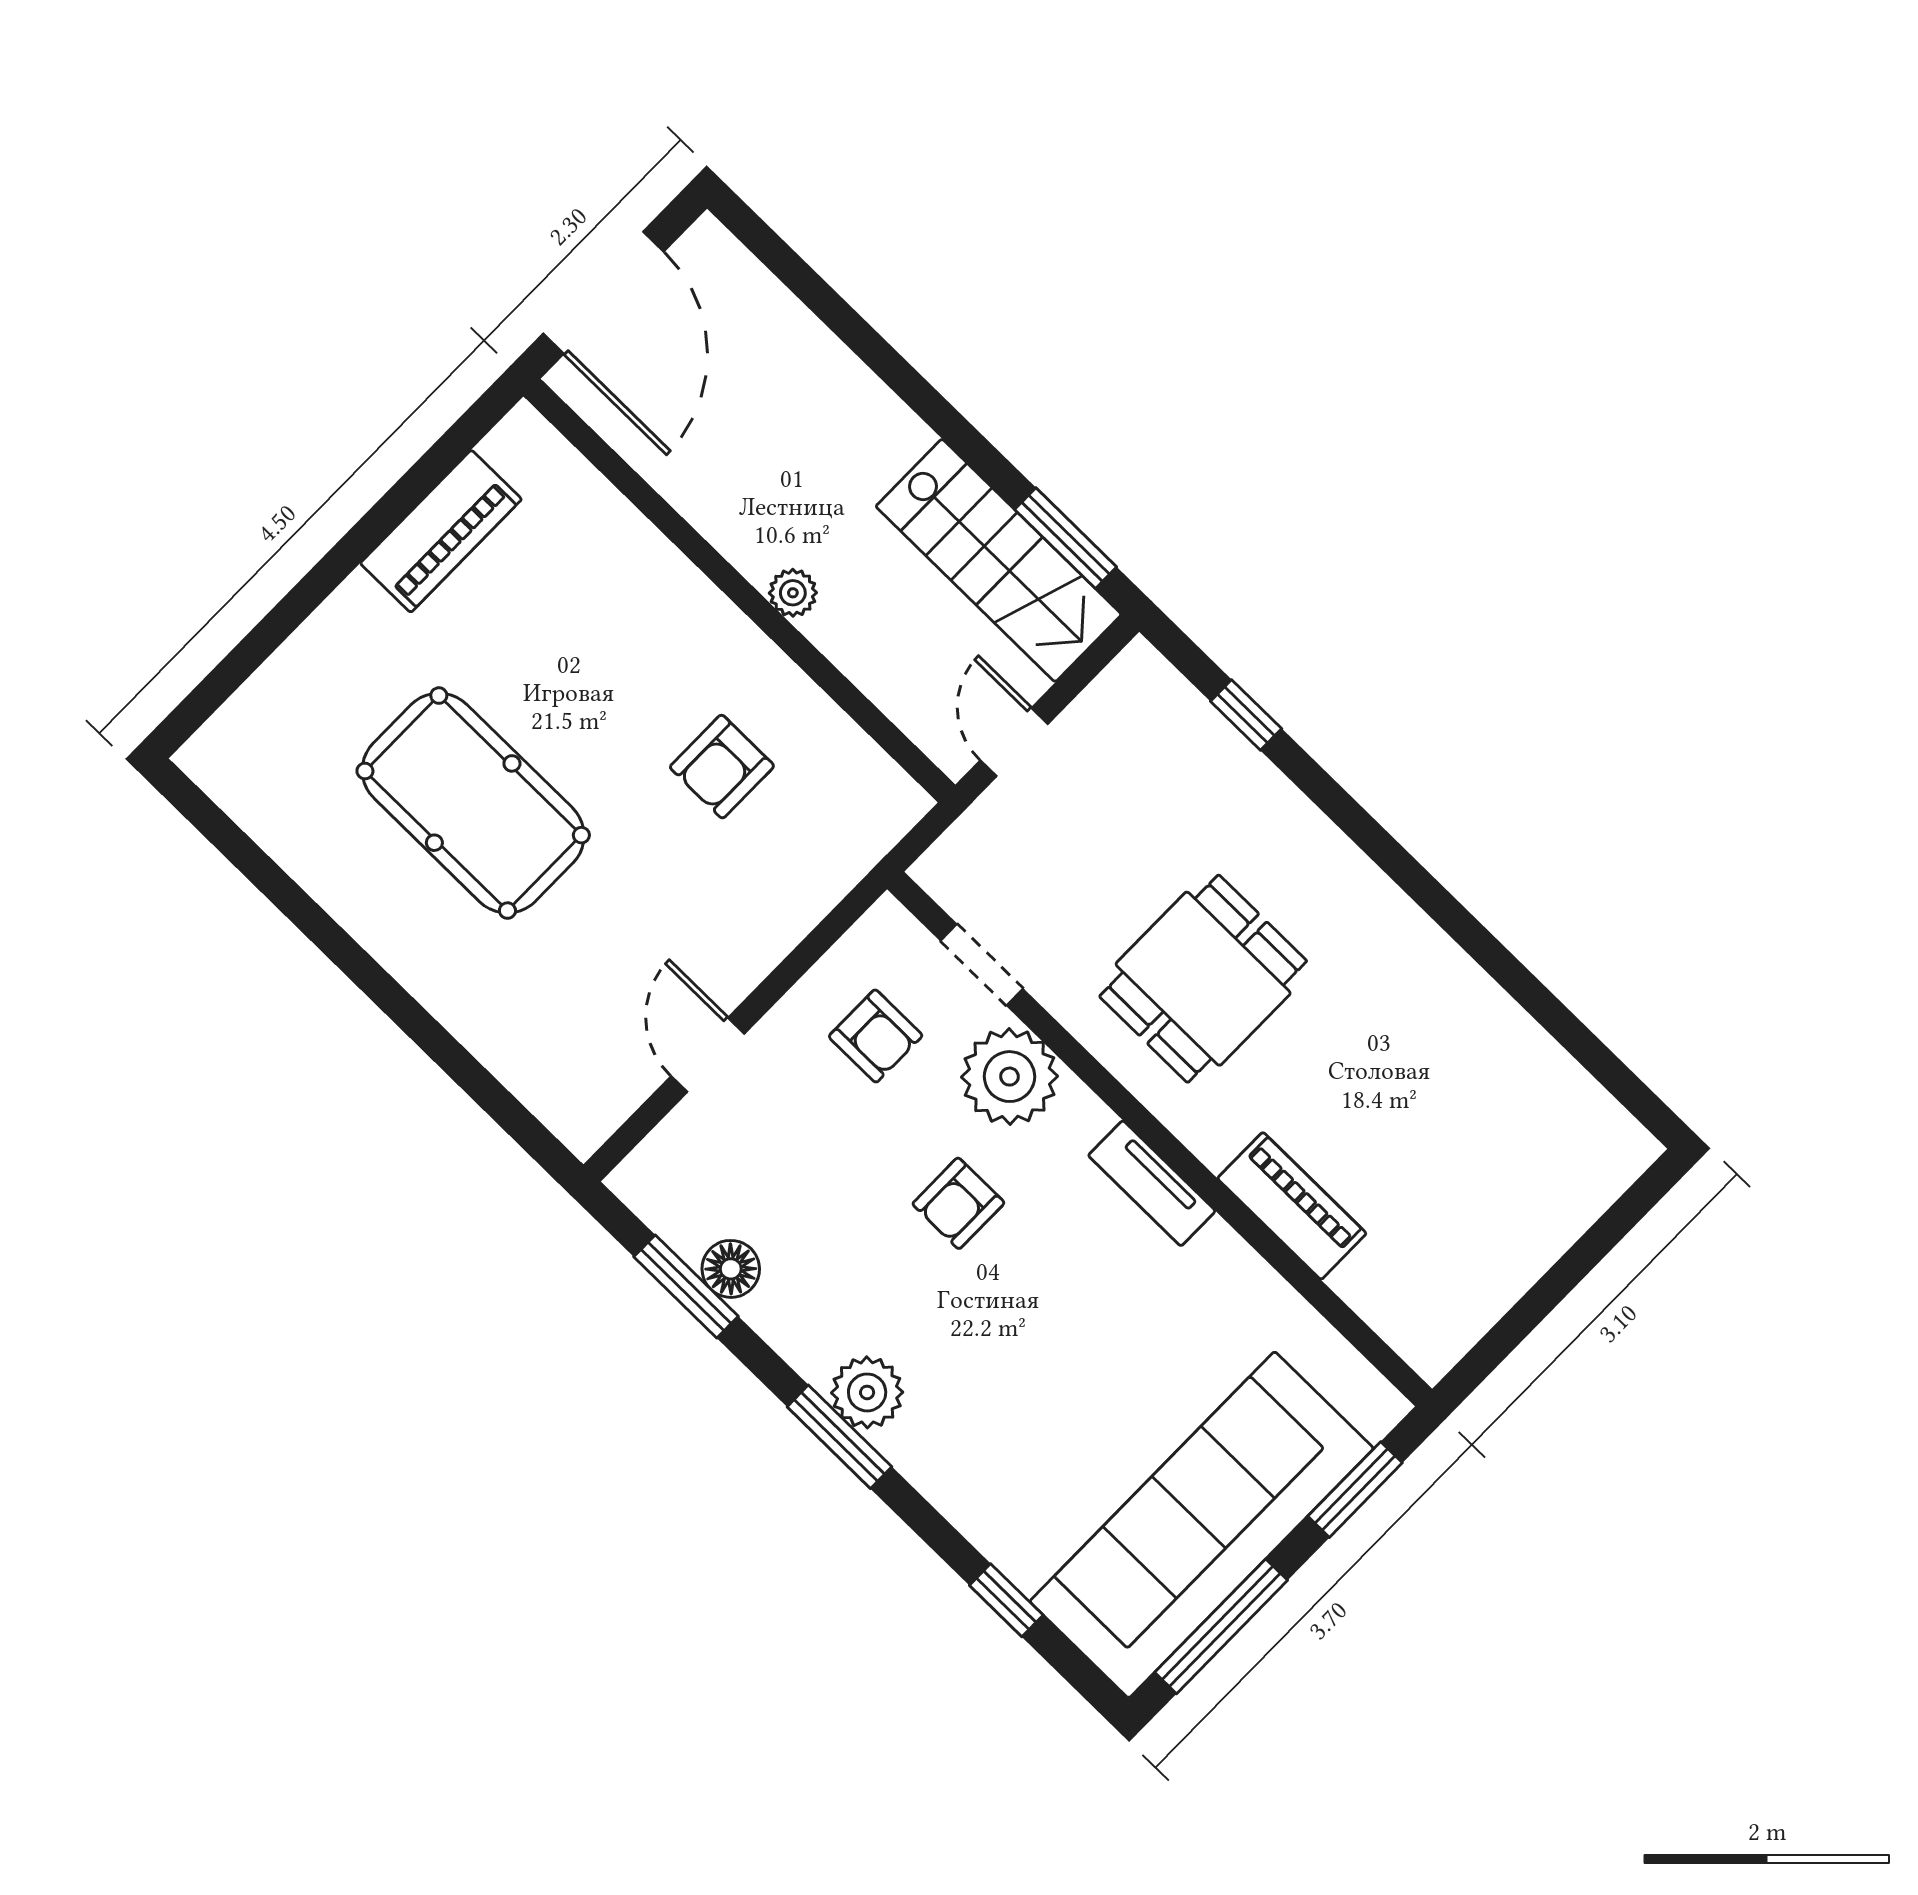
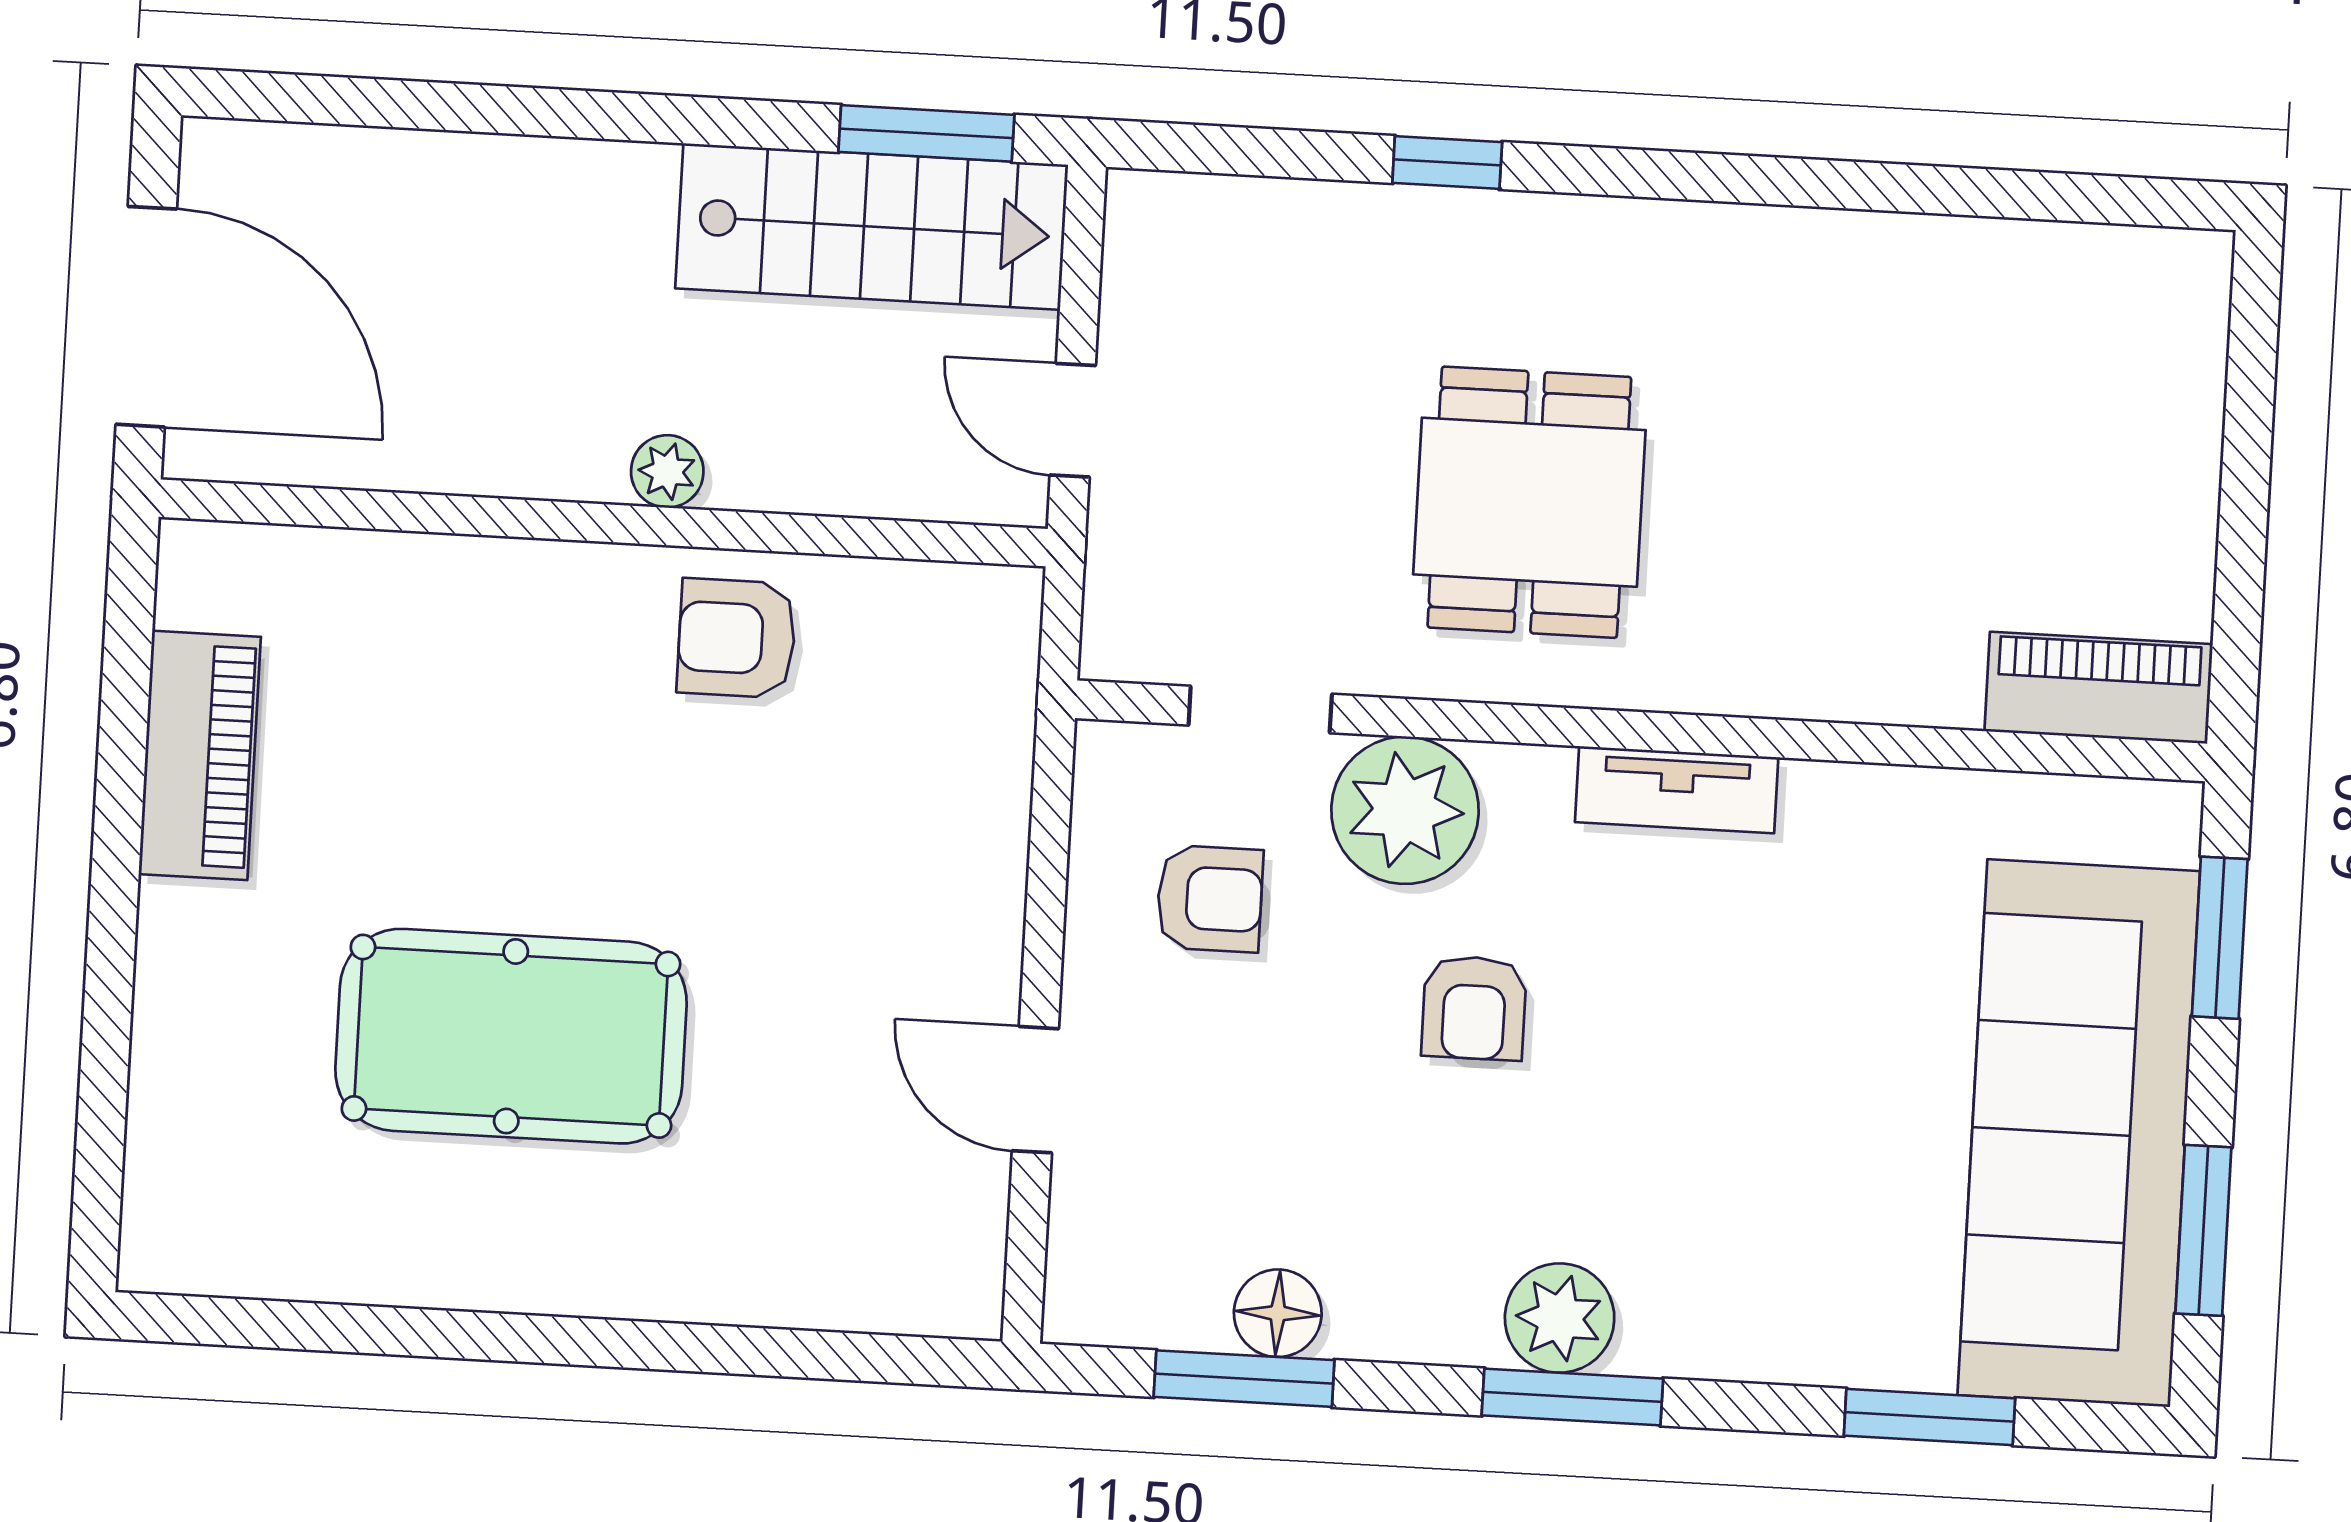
window: (1246, 715) -> (1447, 162), moved
armchair: (722, 767) -> (737, 638), moved, turned 90
piano: (1292, 1206) -> (2099, 688), moved
window: (1006, 1600) -> (1930, 1417), width x1.50
window: (1221, 1626) -> (2203, 1230), width x0.69

